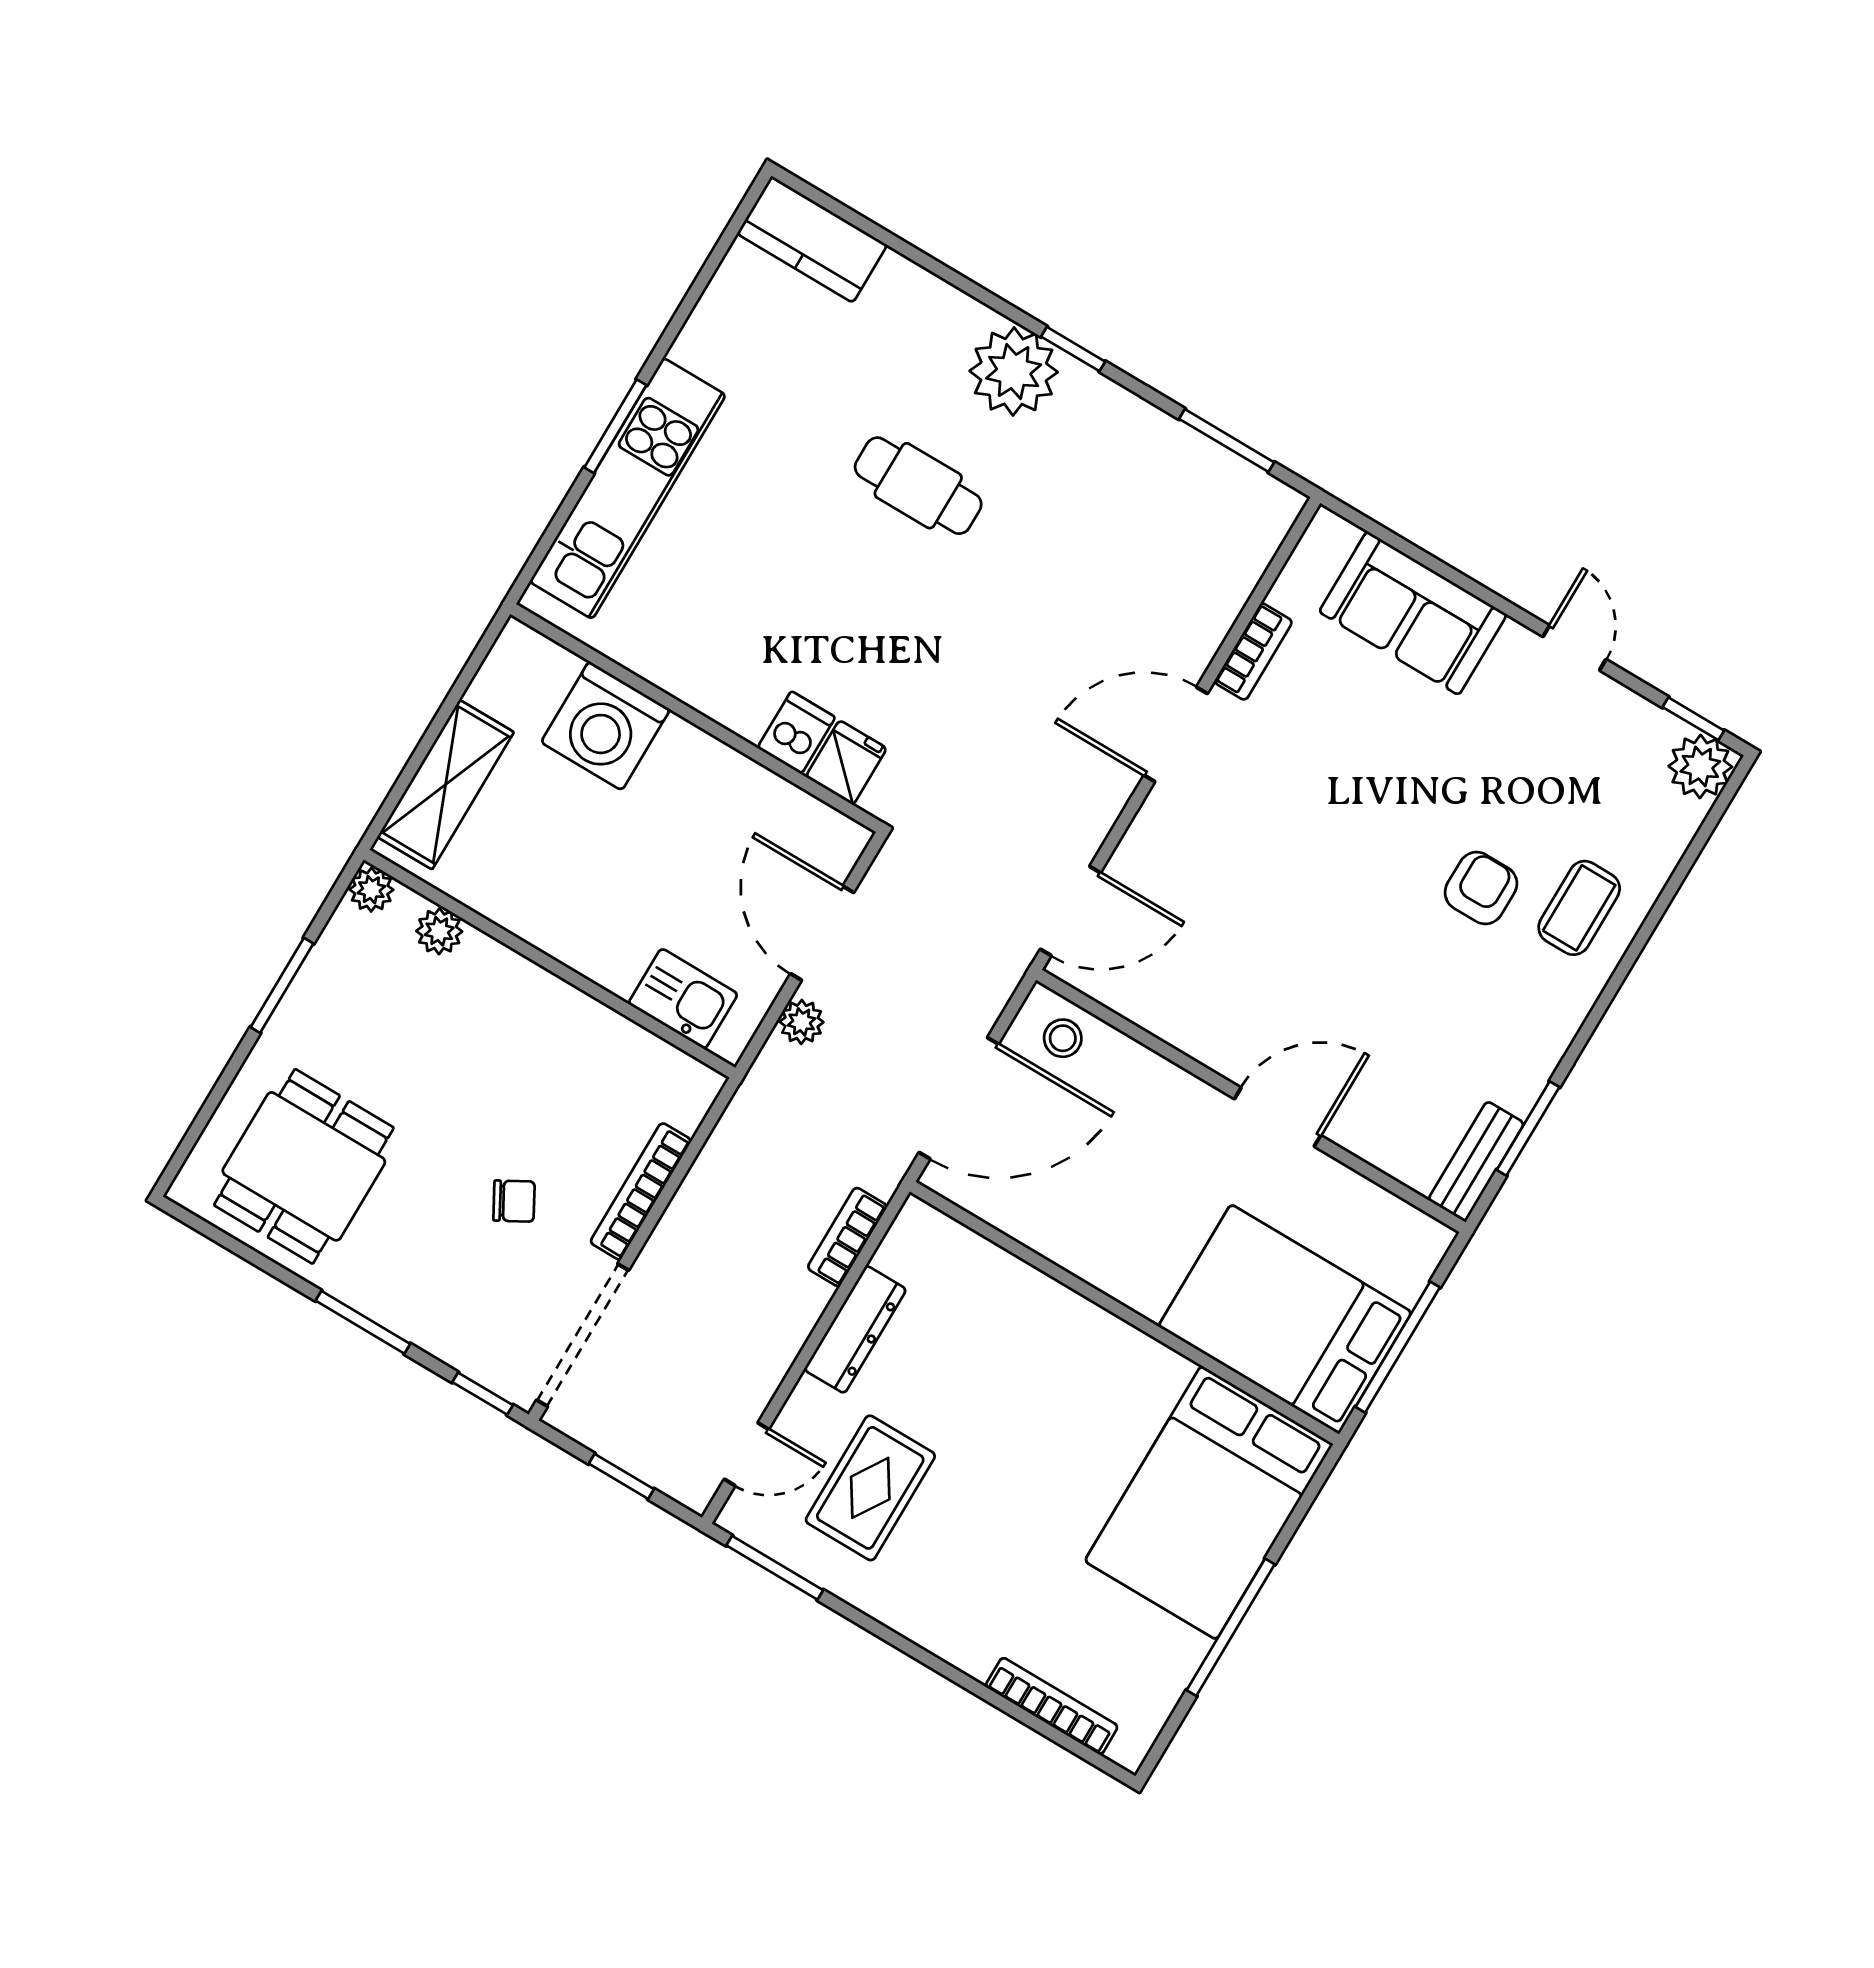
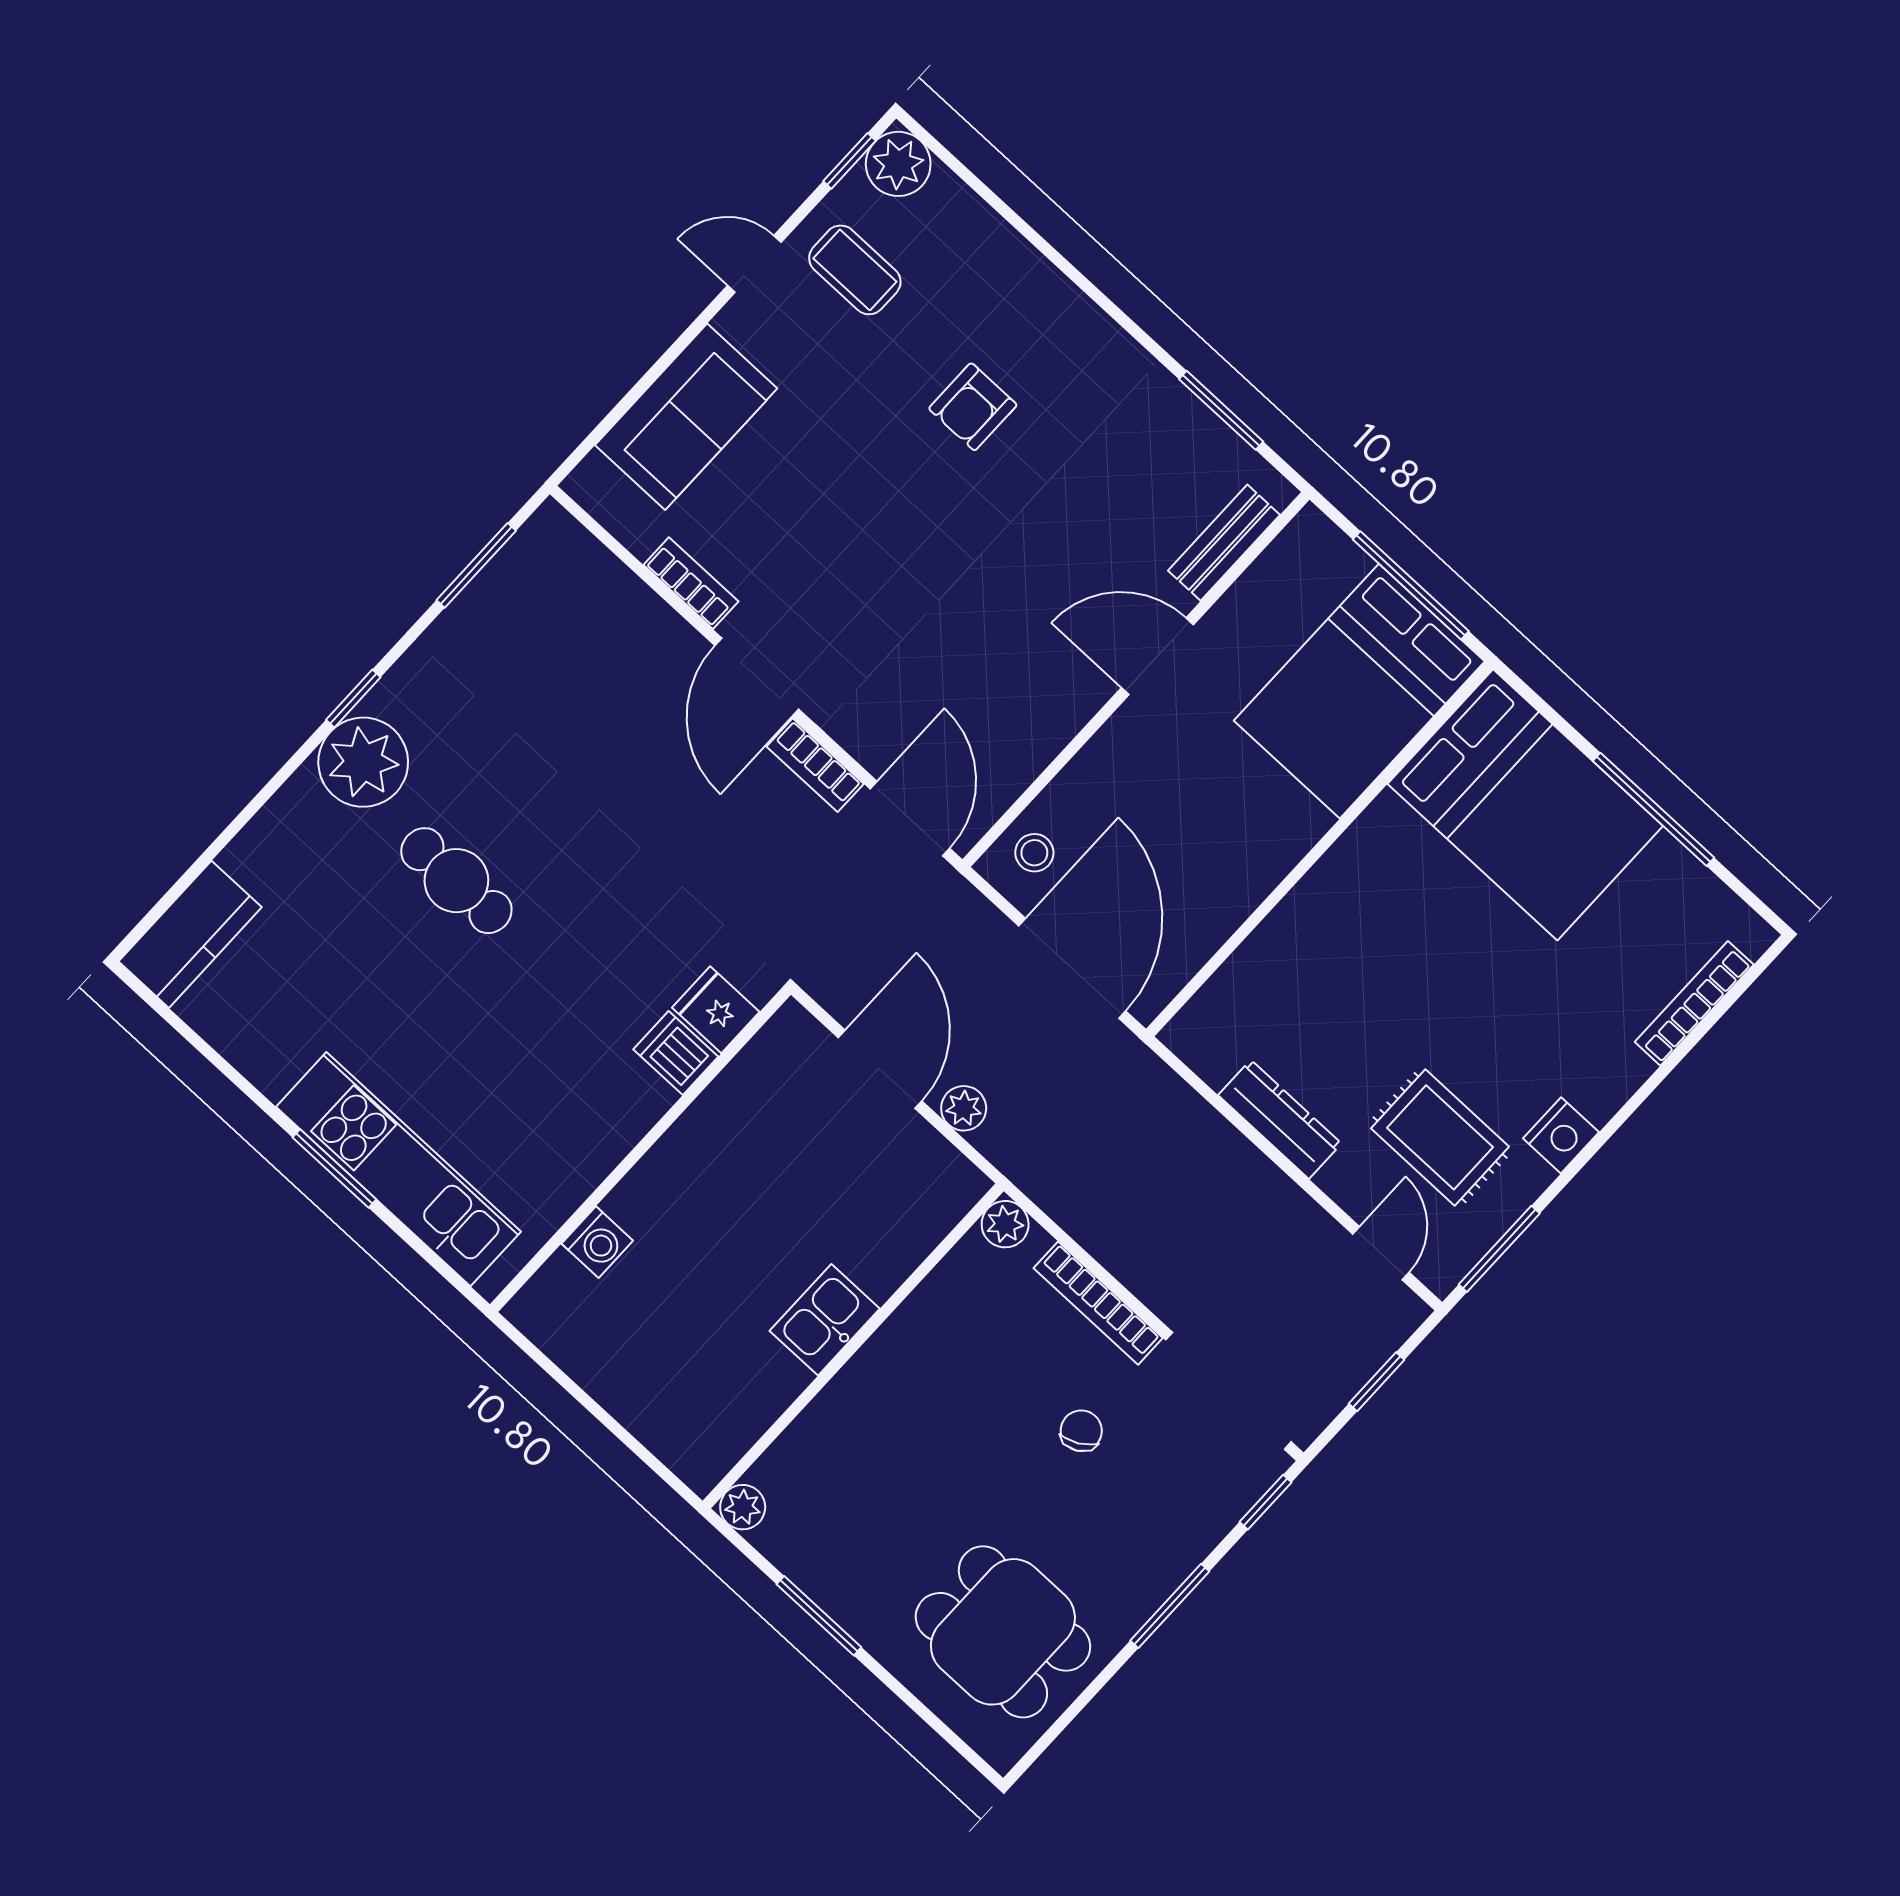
cafe table: (918, 486) -> (456, 881), turned 90
washing machine: (605, 726) -> (597, 1242), width x0.53, depth x0.53
shelving: (446, 785) -> (654, 1412), removed
armchair: (1481, 888) -> (973, 407), turned -90
coffee table: (1579, 908) -> (855, 270), moved
plant: (439, 931) -> (1005, 1224), moved
door: (822, 933) -> (880, 1069), swing flipped
kitchen sink: (683, 999) -> (825, 1320), moved
door: (1278, 1117) -> (1157, 656), hinge flipped
bench: (1476, 1162) -> (1224, 543), moved, turned 90
bookcase: (847, 1237) -> (815, 765), moved
nightstand: (897, 1604) -> (1561, 1135), added

